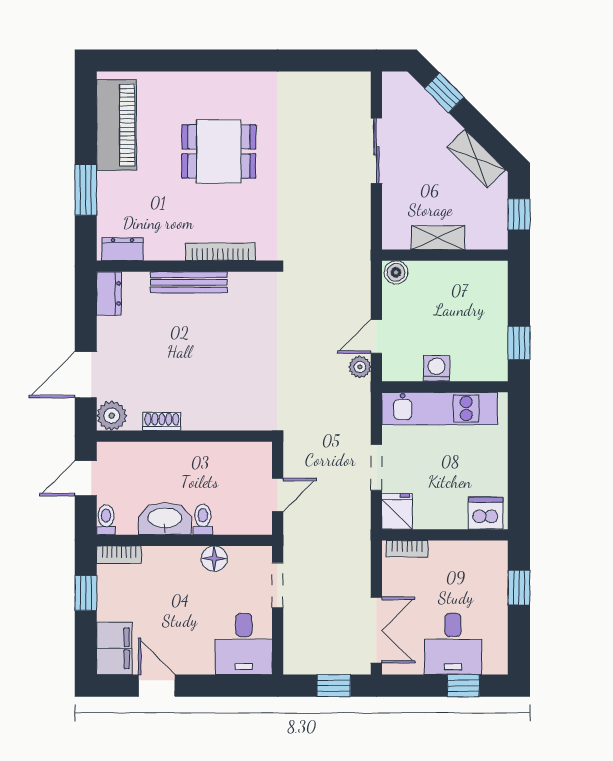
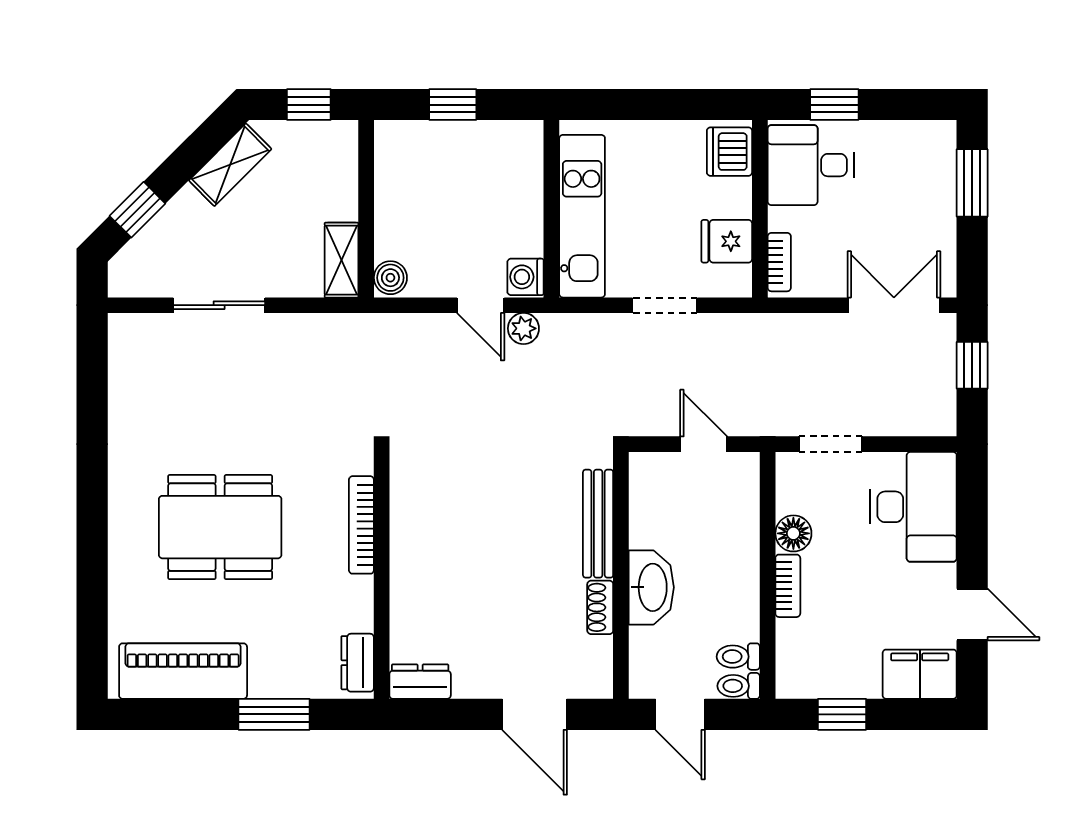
dining table: (219, 151) -> (220, 527), width x1.37
shelving: (438, 238) -> (342, 260), moved
bench: (189, 282) -> (598, 524), moved
window: (519, 343) -> (453, 105), moved
washing machine: (436, 368) -> (526, 277), moved
plant: (112, 416) -> (592, 678), removed
fridge: (397, 511) -> (727, 241), moved
washbasin: (165, 519) -> (651, 587), moved, turned 180
toilet: (203, 519) -> (738, 657), moved
bookcase: (119, 555) -> (788, 586), moved
desk: (244, 644) -> (914, 507), width x1.37
desk: (453, 644) -> (811, 165), moved, turned 180
door: (157, 686) -> (972, 615), swing flipped
window: (463, 686) -> (972, 183), width x1.50

